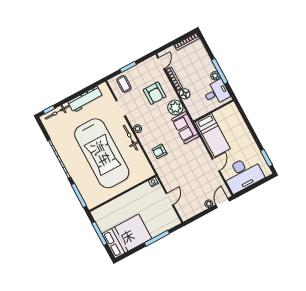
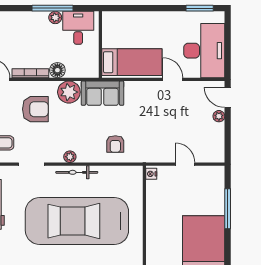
car: (102, 153) -> (77, 221), turned 180

